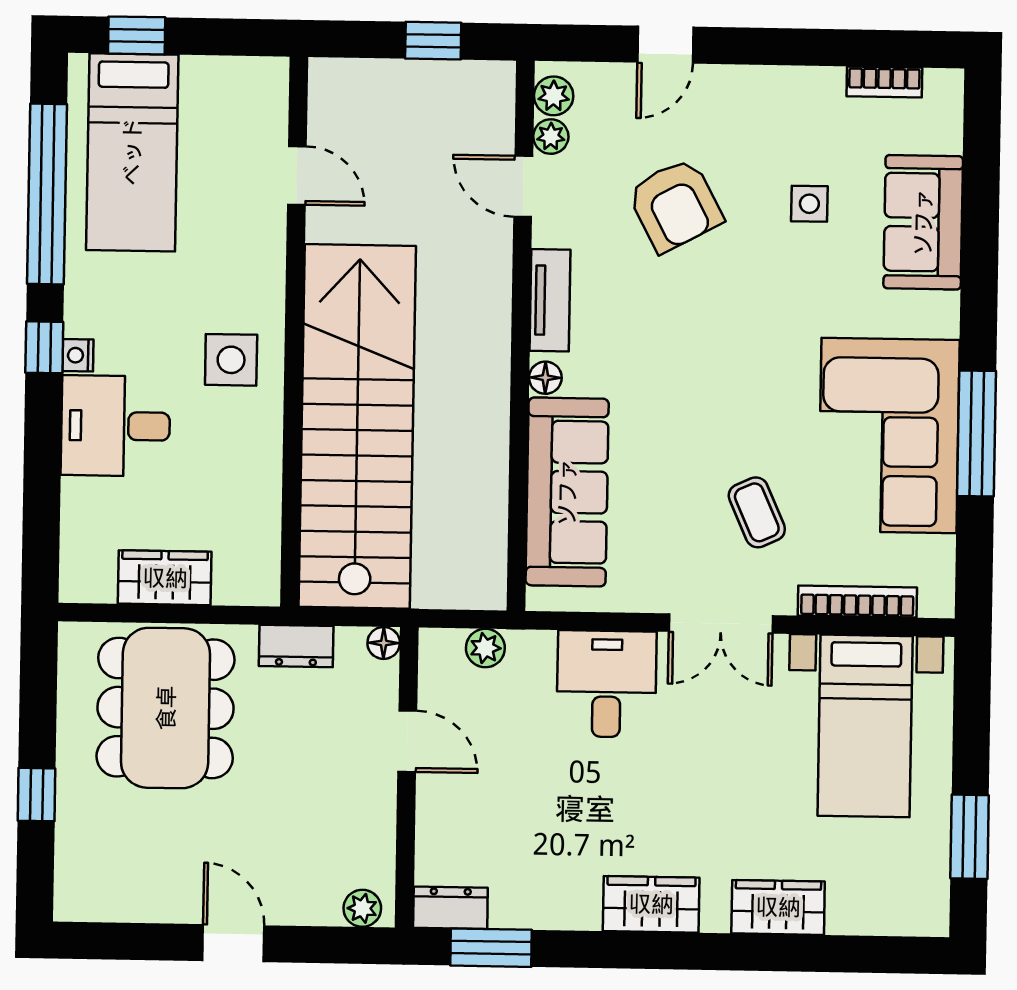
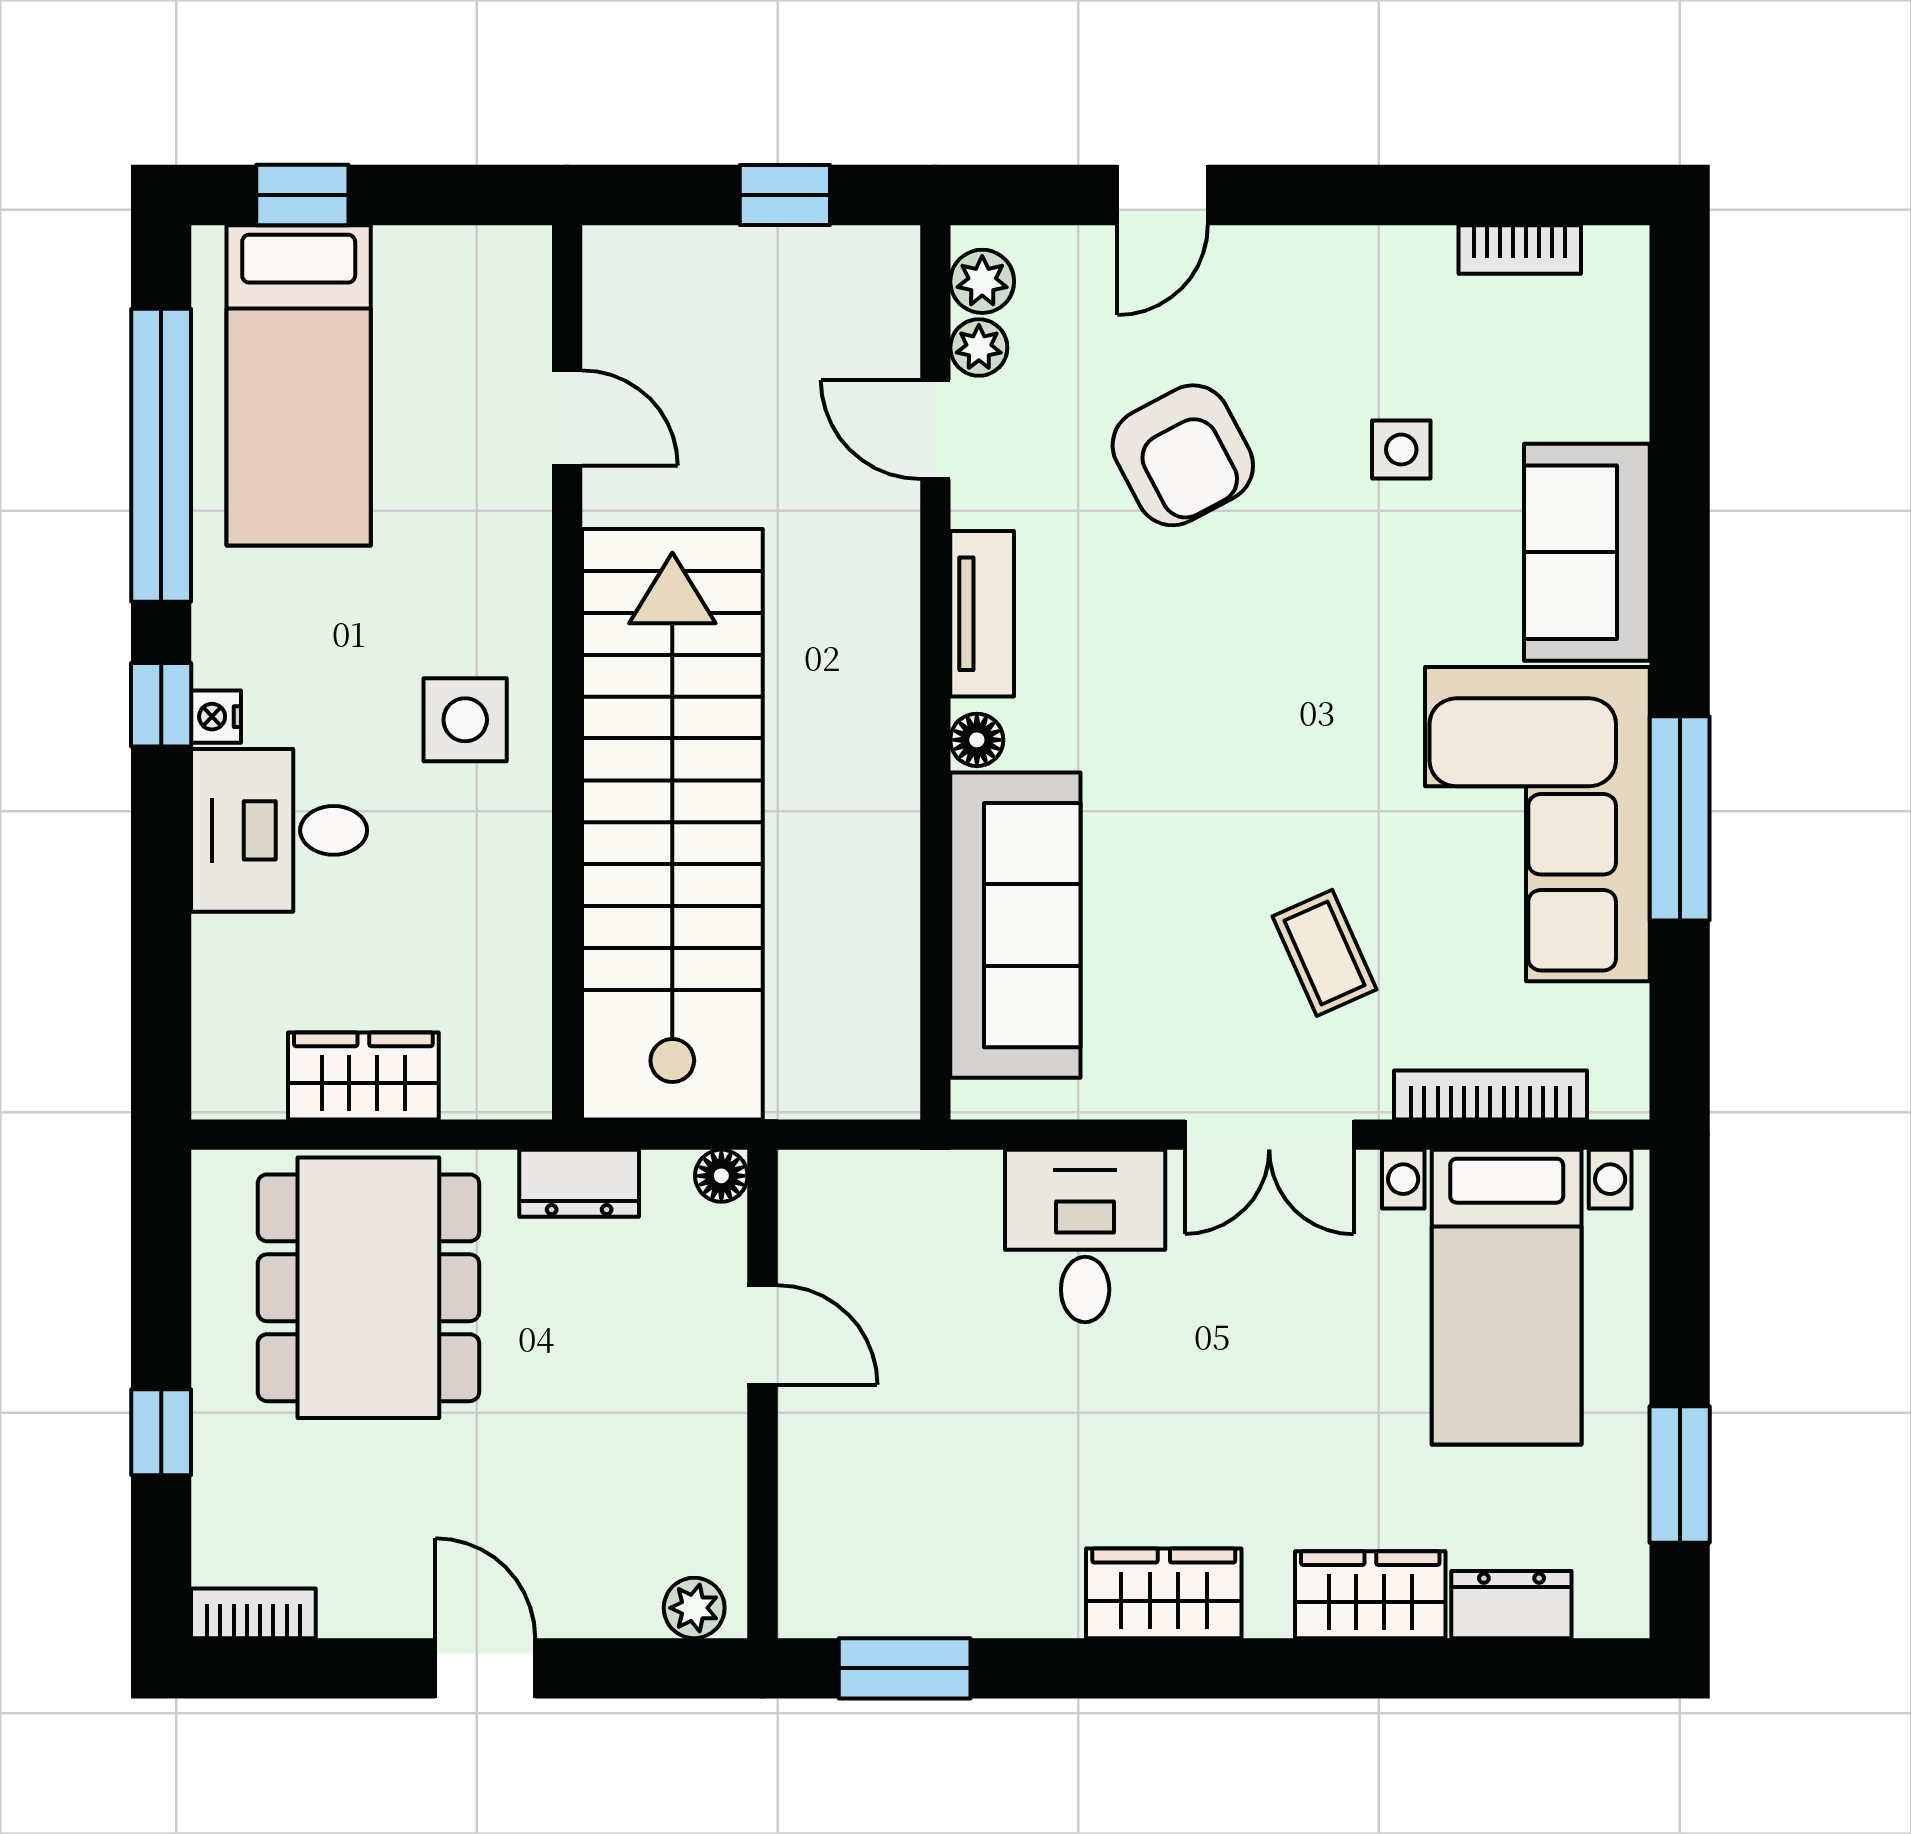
sofa: (923, 222) -> (1587, 552), moved
plant: (485, 648) -> (887, 1181), removed
bookcase: (91, 907) -> (253, 1613), added
dresser: (450, 908) -> (1511, 1605), moved

